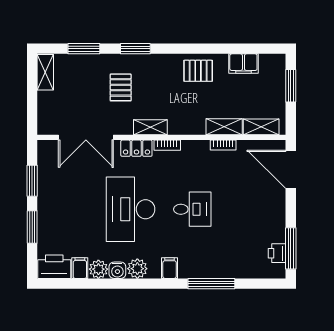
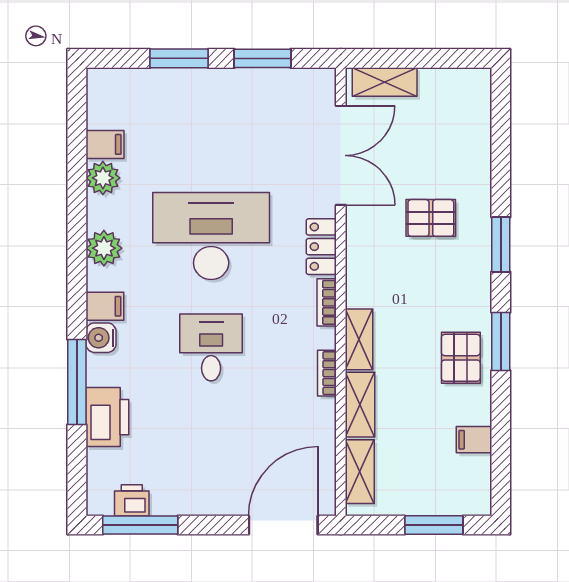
window: (84, 49) -> (501, 341), moved
filing cabinet: (243, 64) -> (474, 440), width x0.50
shelving: (45, 72) -> (385, 82), moved
shelving: (150, 127) -> (359, 339), moved
double door: (86, 137) -> (341, 155), swing flipped
bookcase: (223, 145) -> (327, 373), moved
desk: (192, 209) -> (211, 347), turned 180
printer: (54, 267) -> (107, 417), moved
water cooler: (117, 270) -> (101, 338), moved

